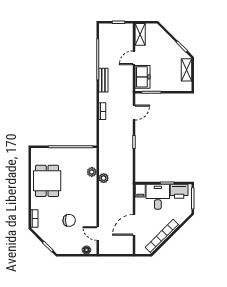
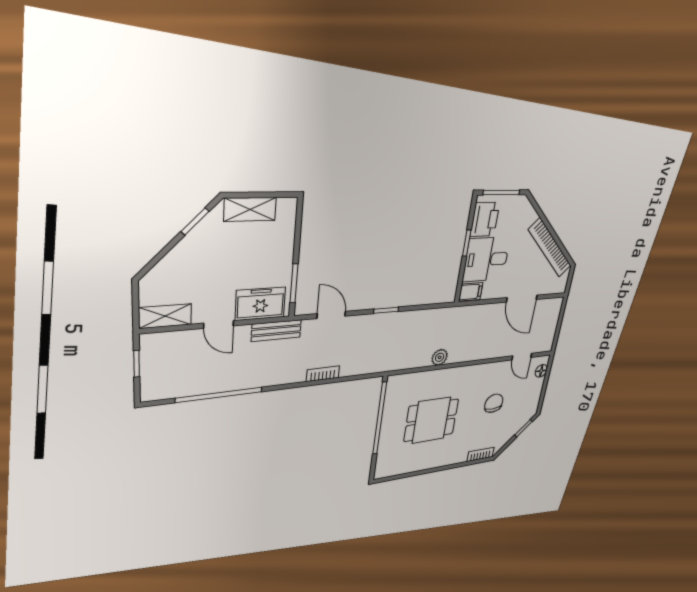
bench: (103, 80) -> (276, 331), moved
plant: (92, 172) -> (426, 378), removed
dining table: (47, 181) -> (431, 420), moved
door: (98, 233) -> (522, 357), hinge flipped

